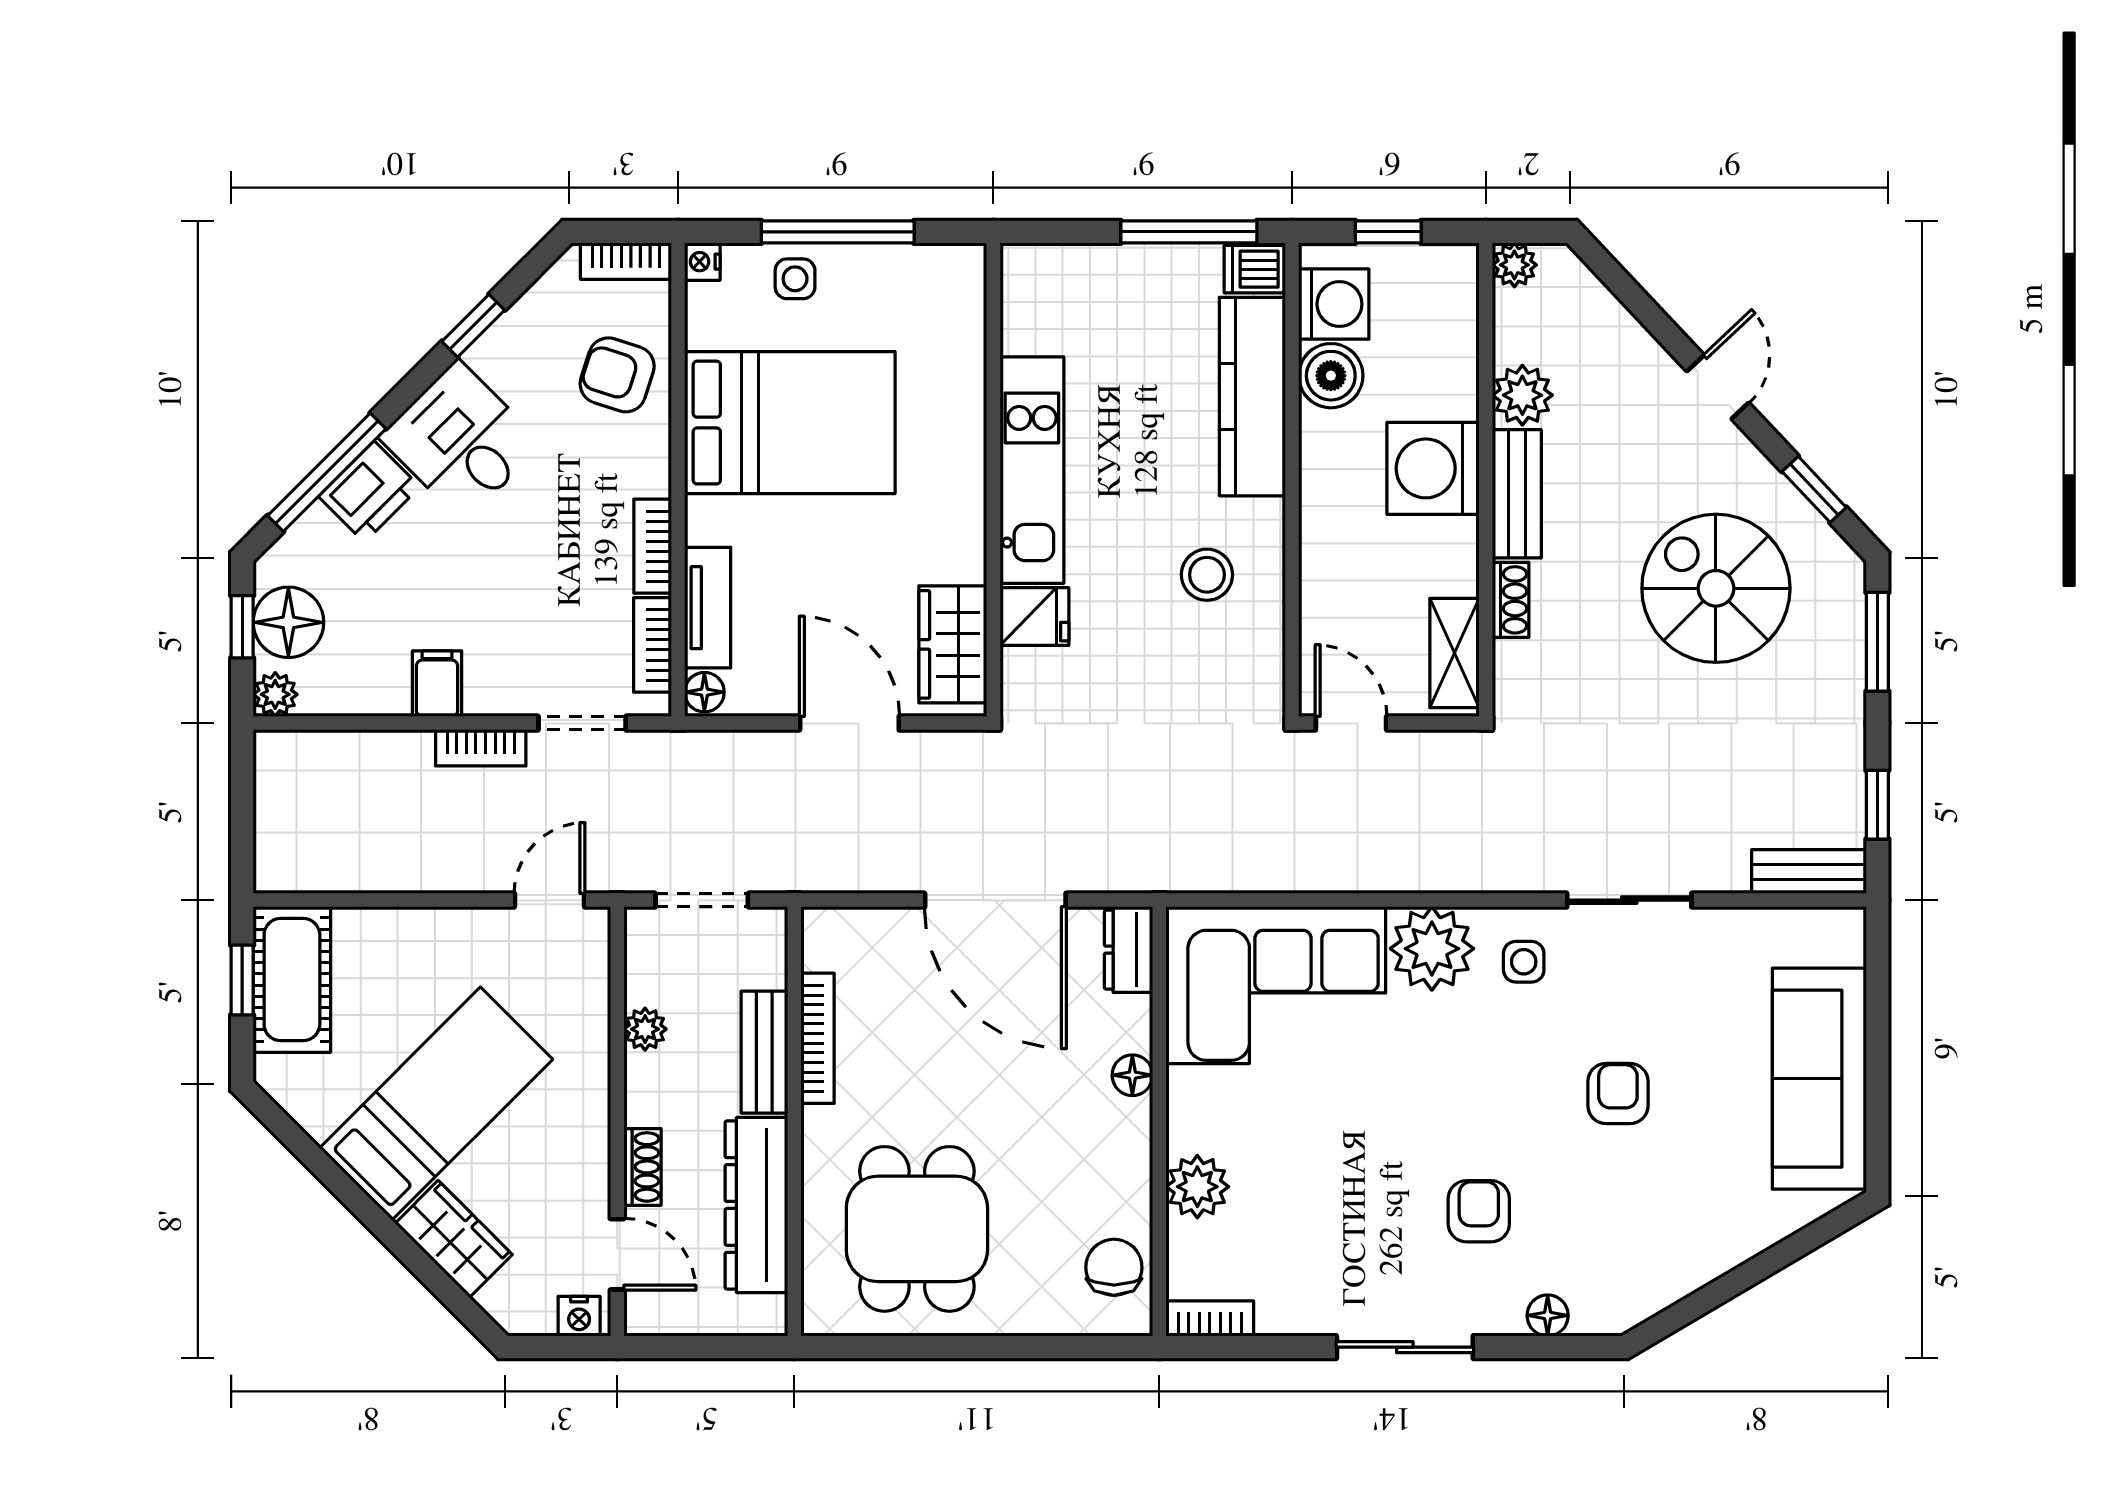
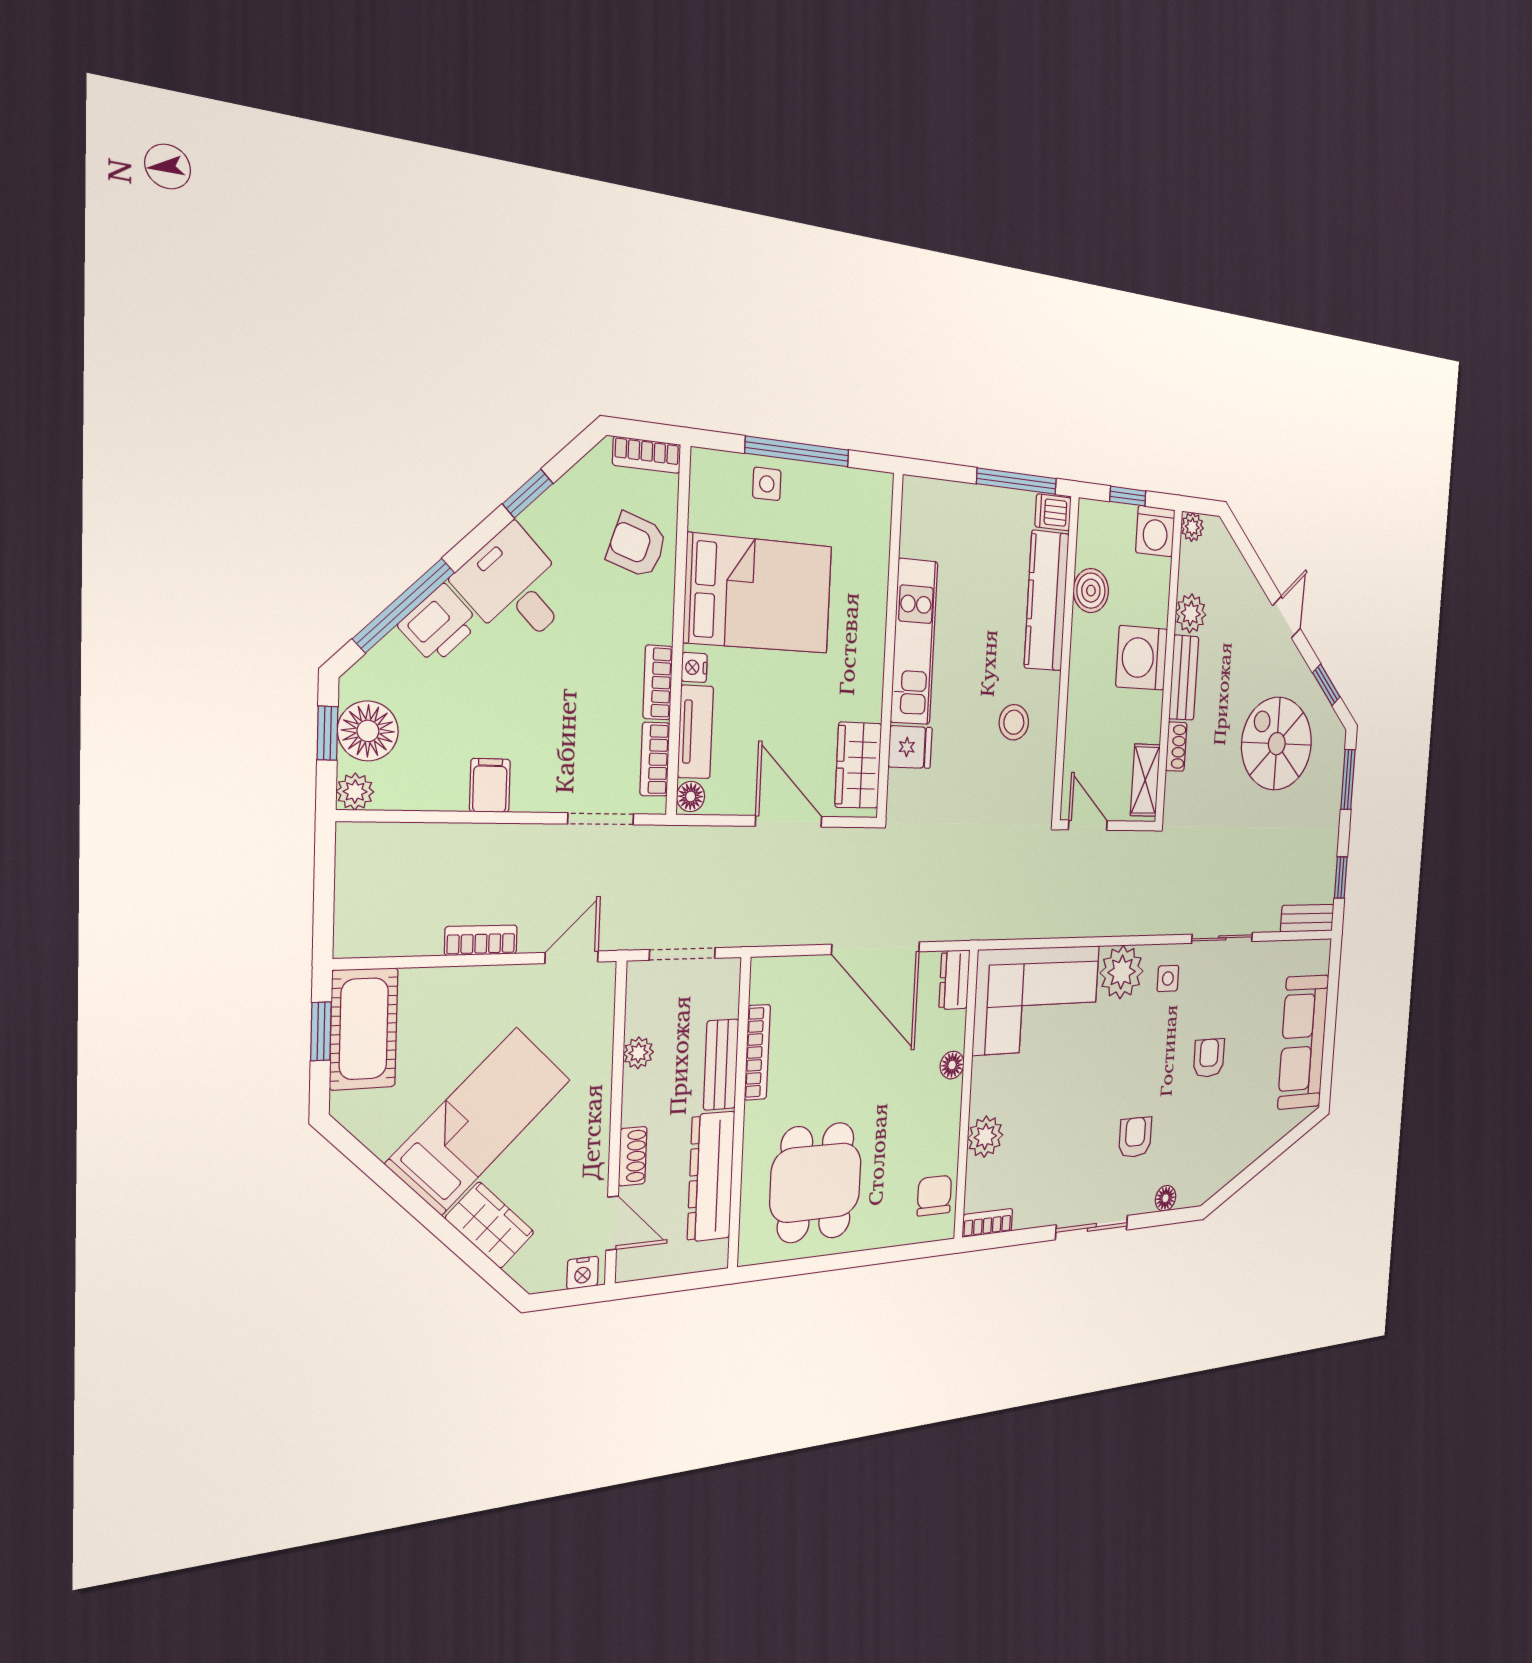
nightstand: (702, 262) -> (694, 667), moved
washing machine: (1334, 304) -> (1155, 531), moved, turned 90
bookcase: (481, 748) -> (481, 940), moved, turned 180

